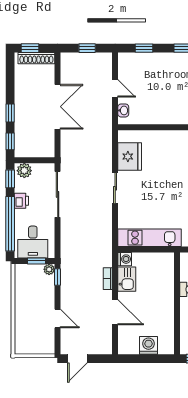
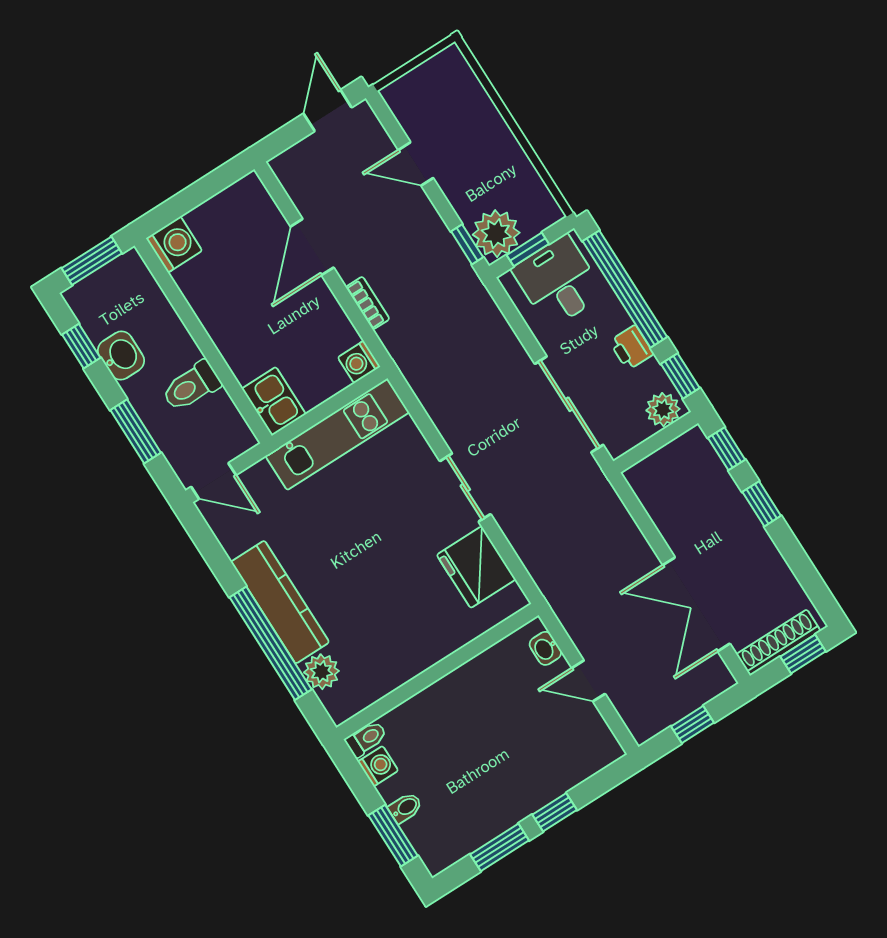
window: (144, 48) -> (555, 812), moved
double door: (58, 107) -> (696, 604), moved
plant: (49, 269) -> (496, 234), width x1.88, depth x1.88
kitchen sink: (127, 279) -> (274, 401), moved, turned 180
door: (115, 312) -> (312, 247), hinge flipped
washing machine: (149, 345) -> (174, 244), moved, turned -90

